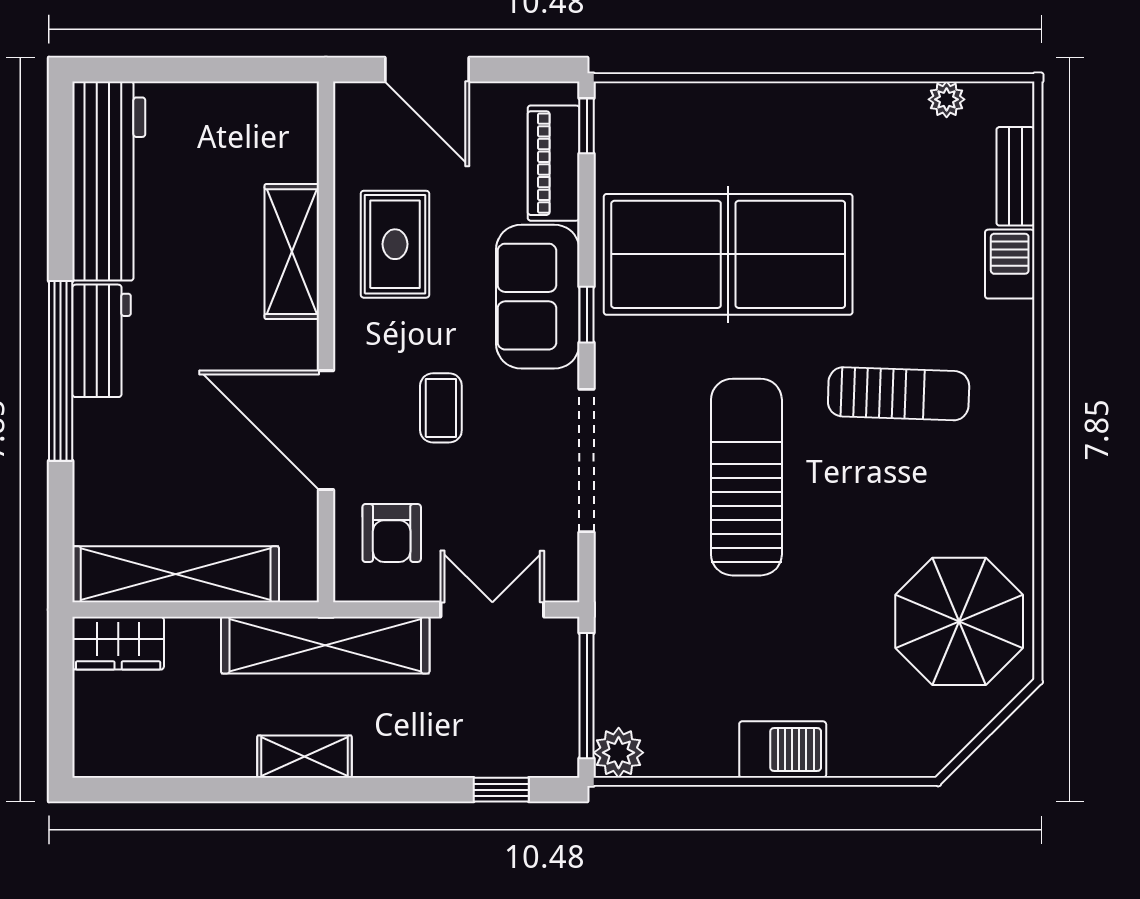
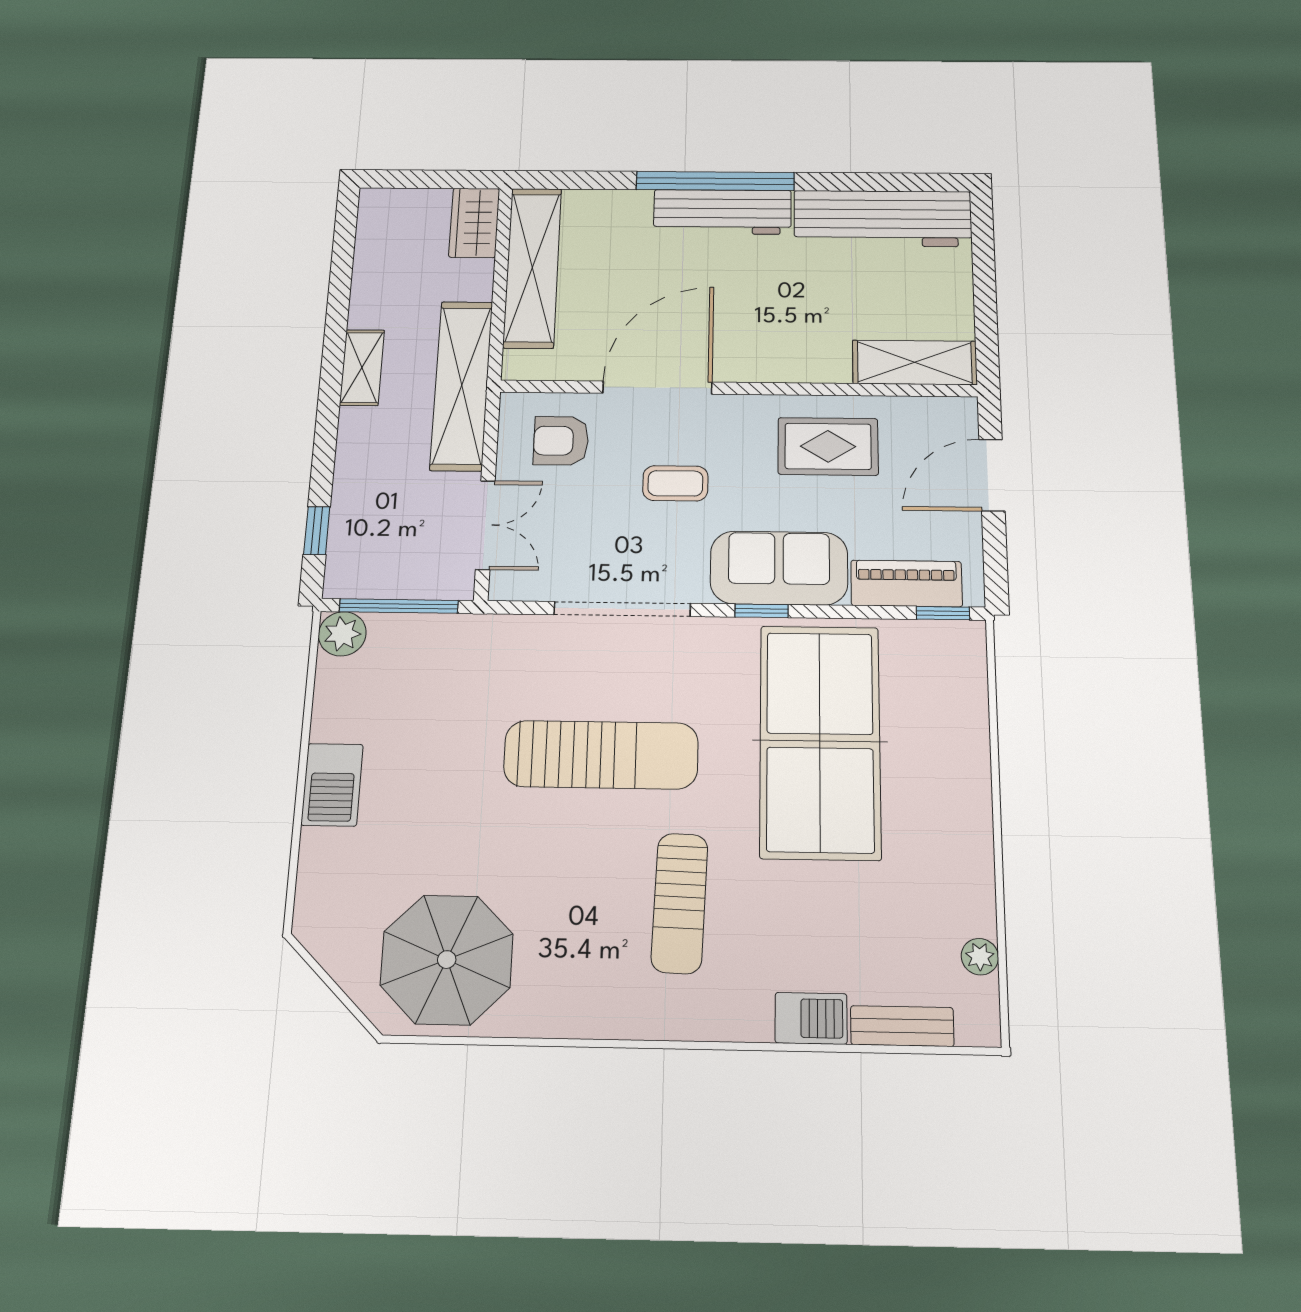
shelving: (292, 252) -> (915, 362), moved
workbench: (102, 341) -> (722, 212), width x1.38

